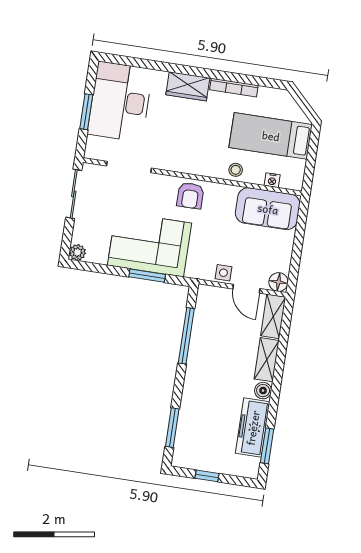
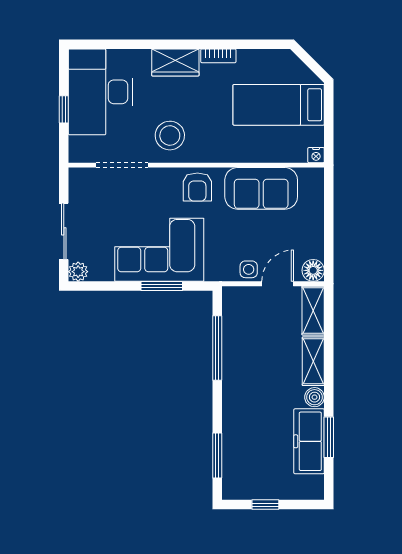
bookcase: (234, 88) -> (218, 56), width x0.64
window: (86, 112) -> (64, 109), width x0.67
stool: (236, 170) -> (170, 136), moved, width x1.89, depth x1.89
nightstand: (272, 180) -> (316, 155), moved
sliding door: (74, 194) -> (64, 231), moved
sofa: (268, 209) -> (261, 188), moved
door: (246, 289) -> (278, 284), swing flipped
window: (267, 446) -> (329, 437), moved

